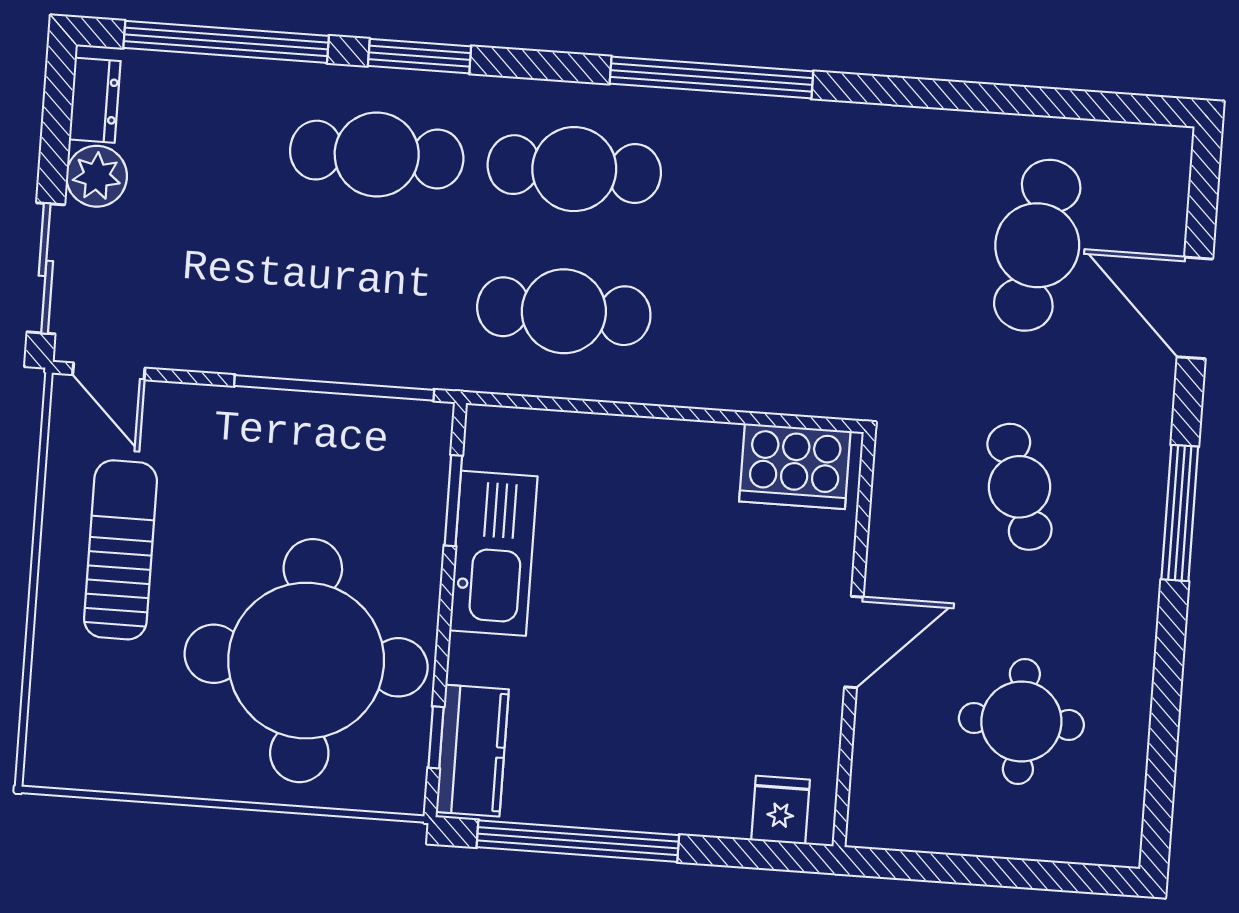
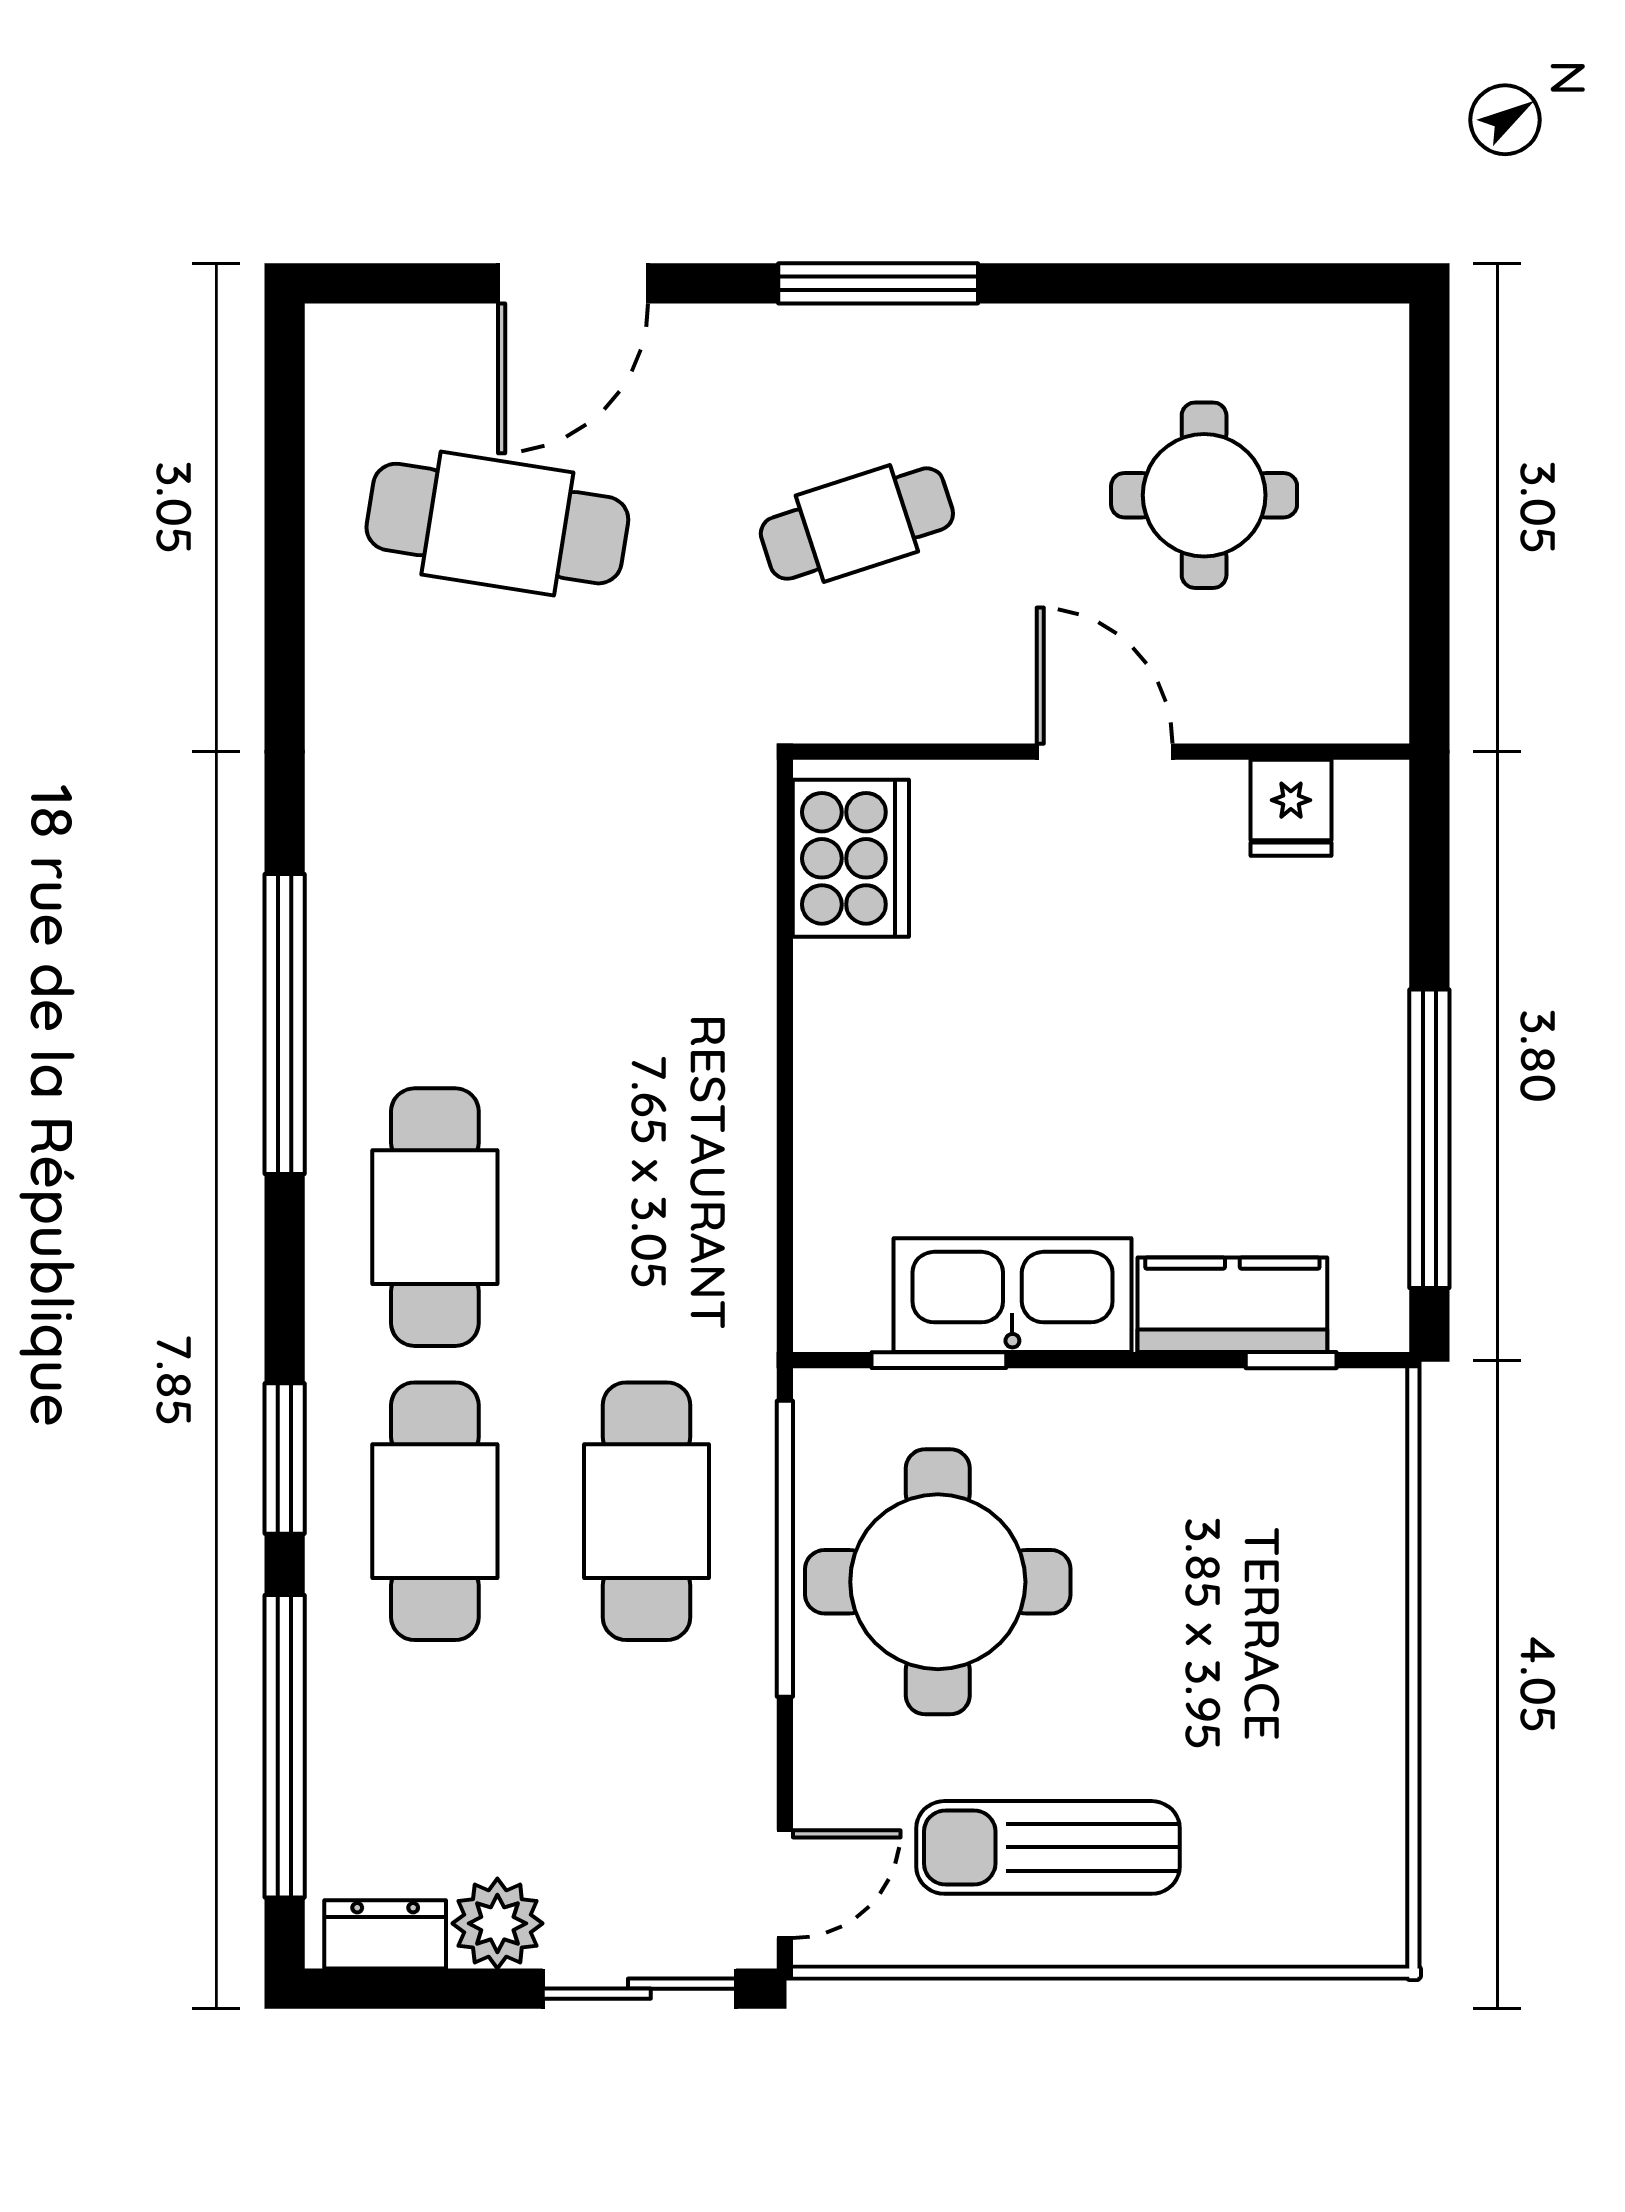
cafe table: (564, 311) -> (647, 1511), moved
round table: (306, 661) -> (938, 1582), moved, width x0.73, depth x0.73
kitchen counter: (472, 751) -> (1232, 1305), moved
fridge: (781, 810) -> (1291, 808), moved, turned -90

